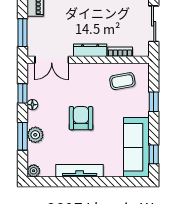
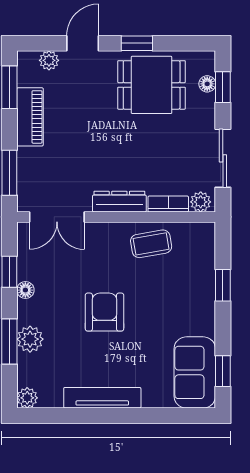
plant: (140, 50) -> (201, 202), added
coffee table: (122, 81) -> (151, 244), moved
sofa: (136, 147) -> (195, 372), width x0.73

